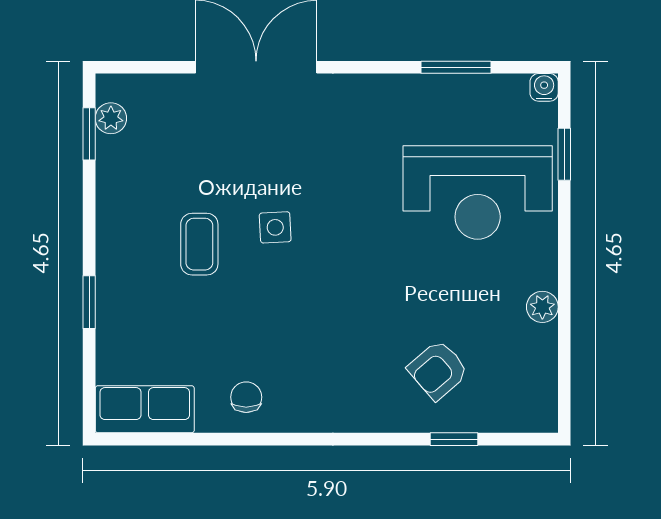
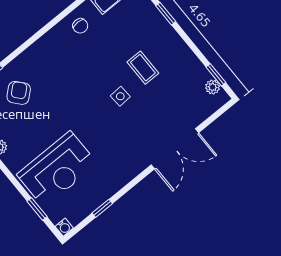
window: (456, 67) -> (102, 208), width x0.67
reception desk: (478, 192) -> (57, 169), turned 180

